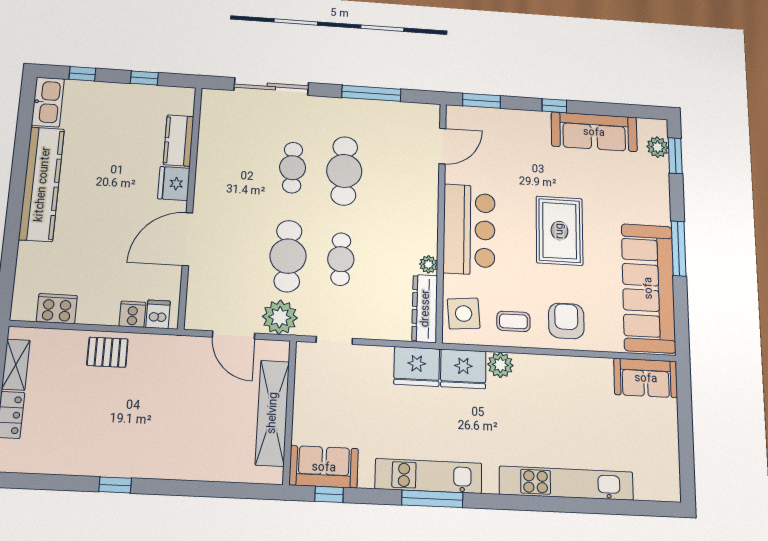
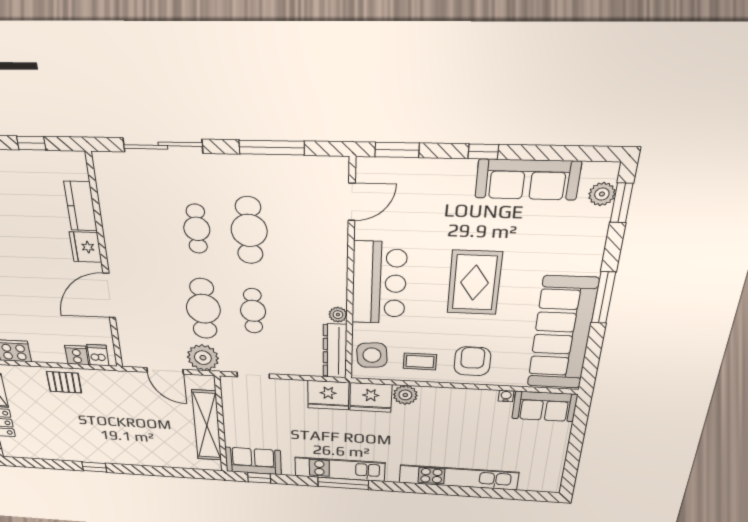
water cooler: (605, 365) -> (506, 396), added

